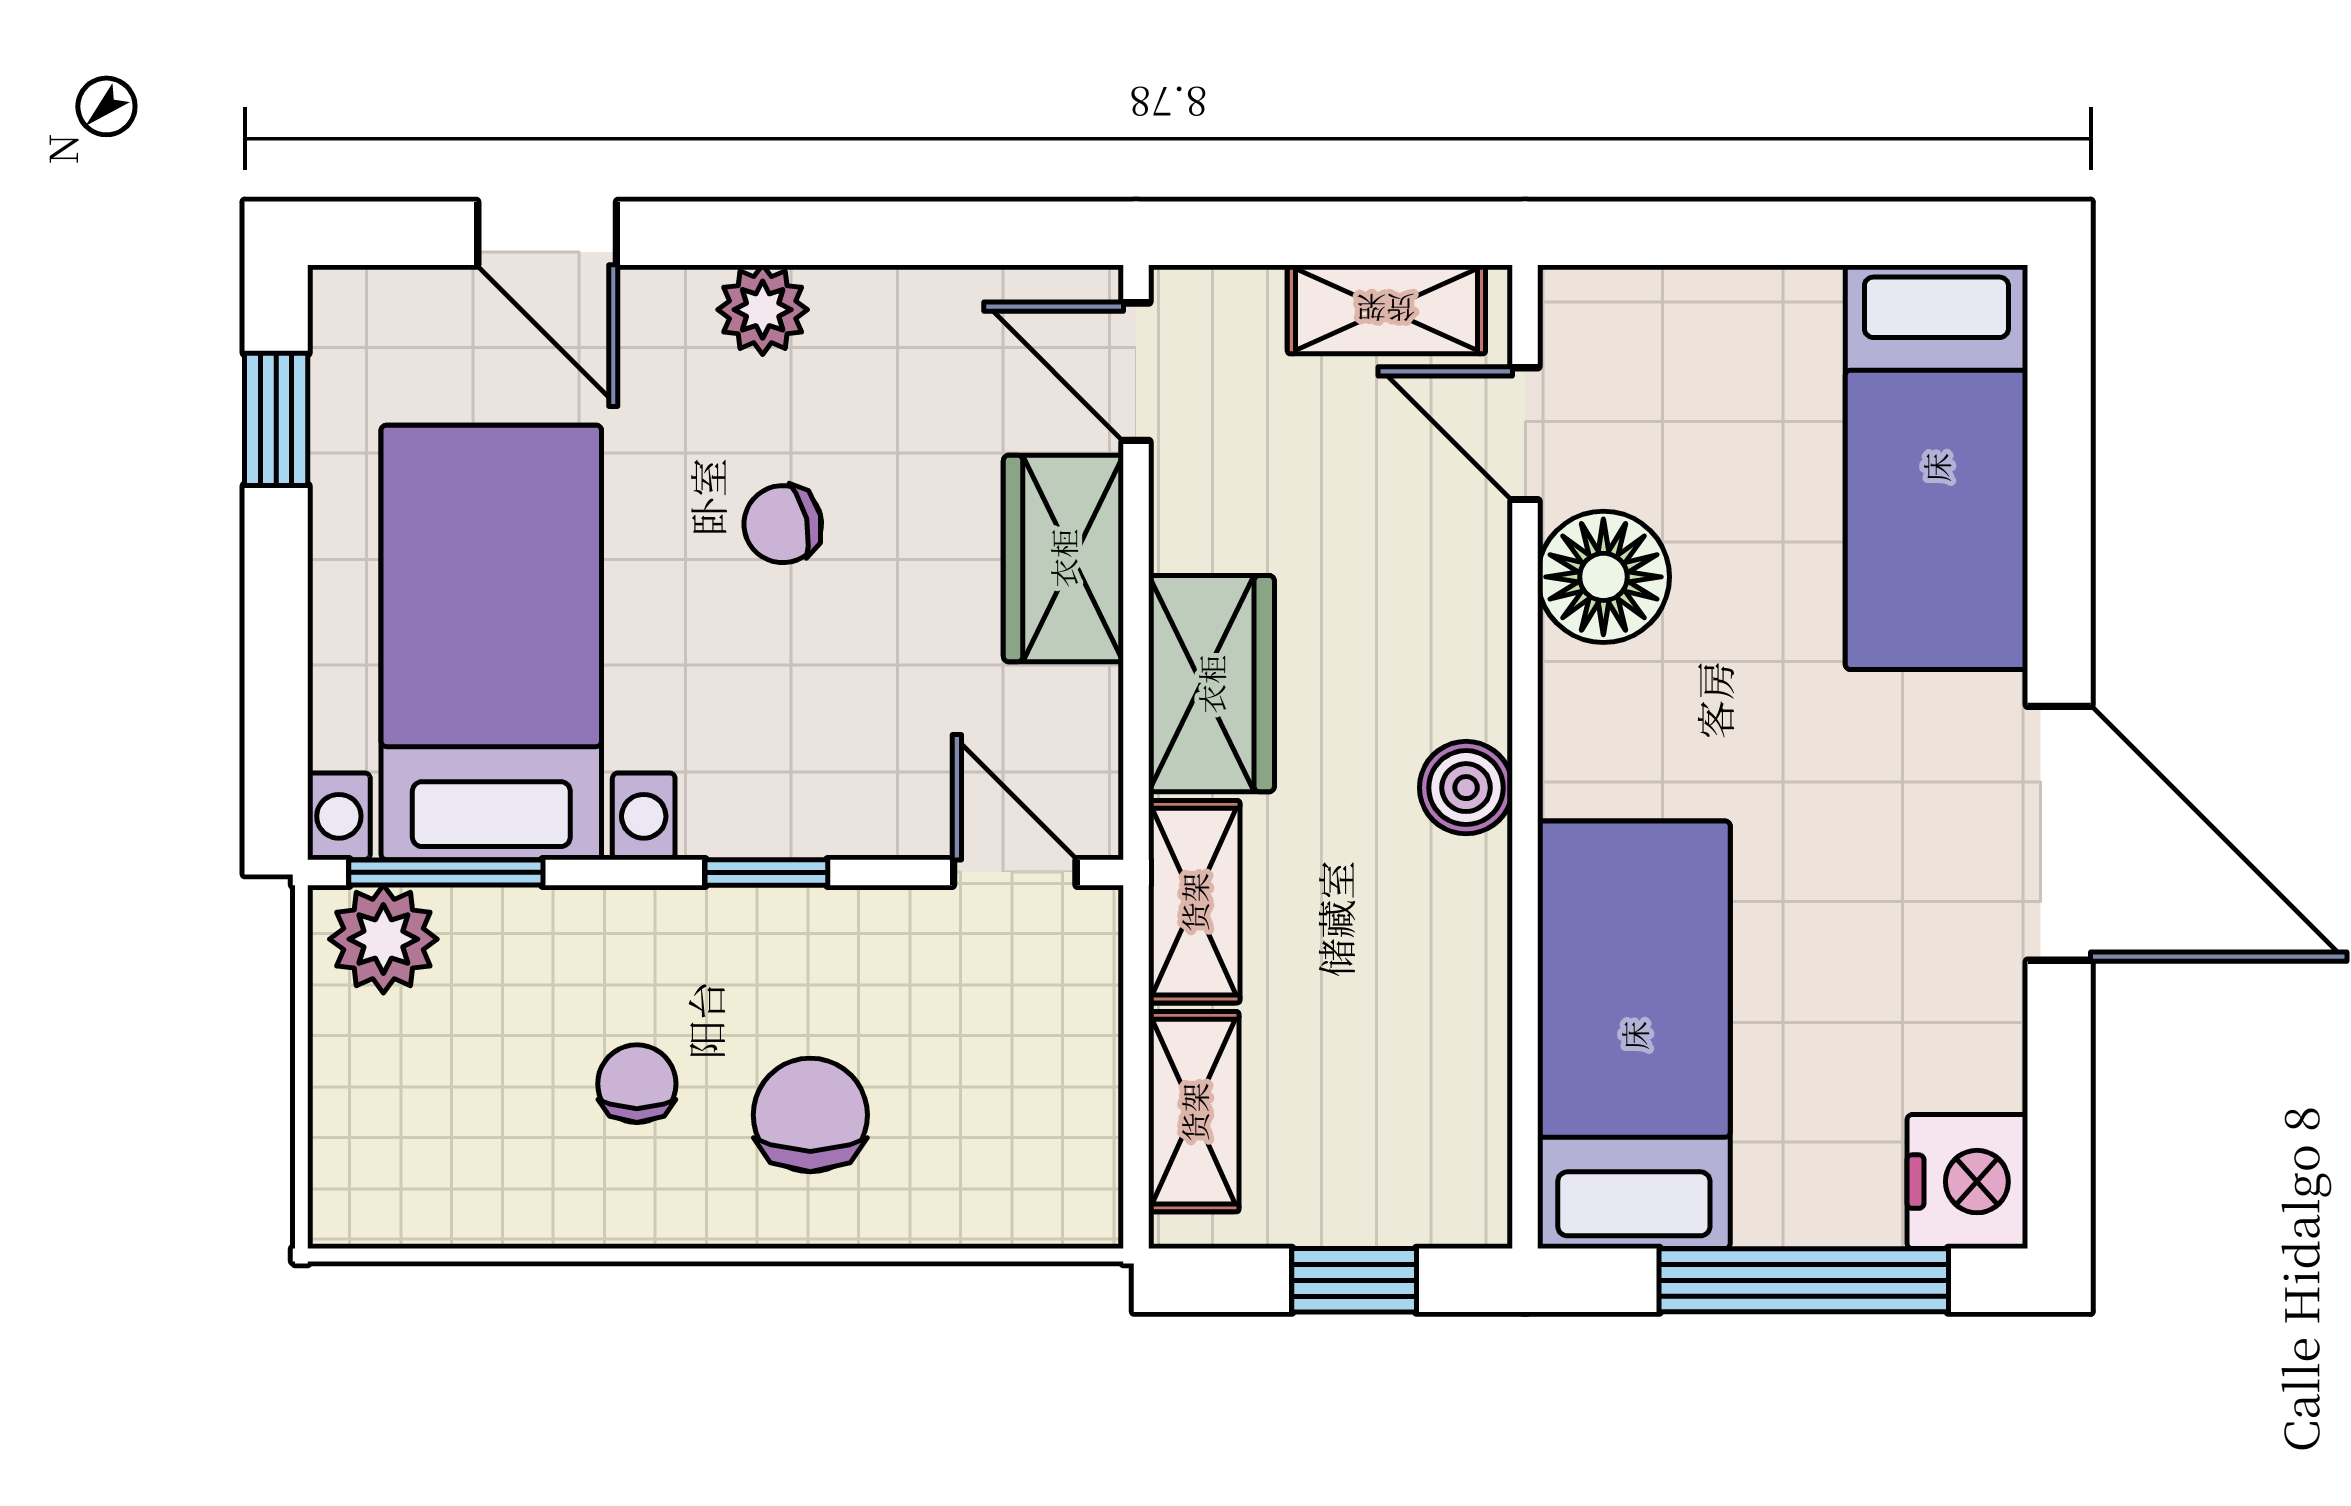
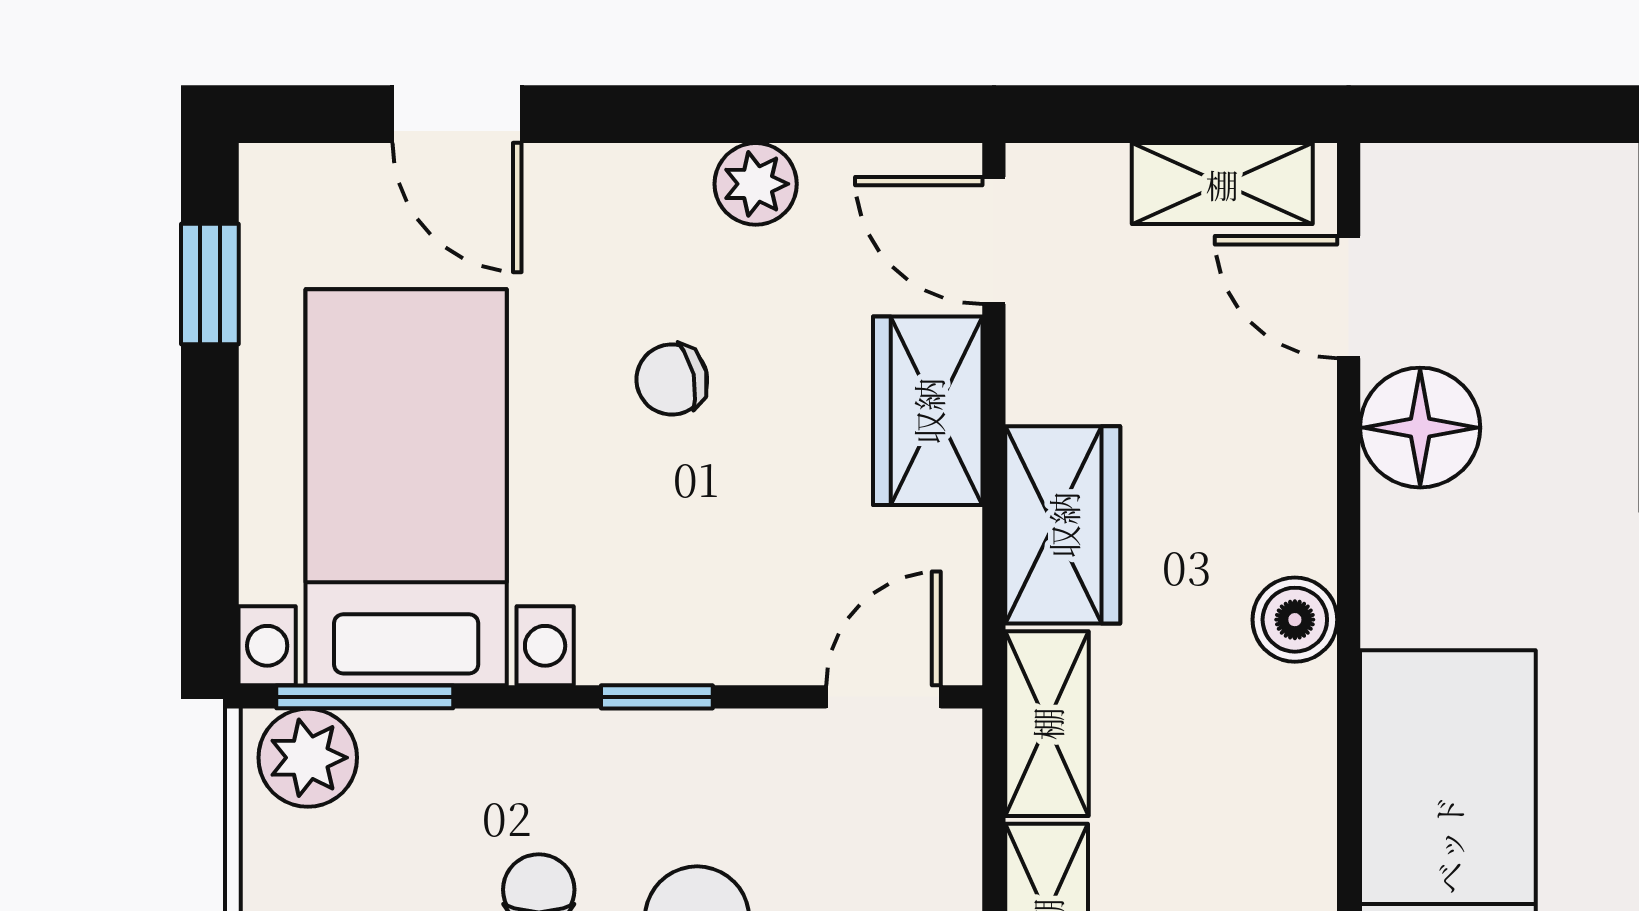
plant: (763, 310) -> (756, 184), moved
door: (1015, 872) -> (883, 697), hinge flipped

